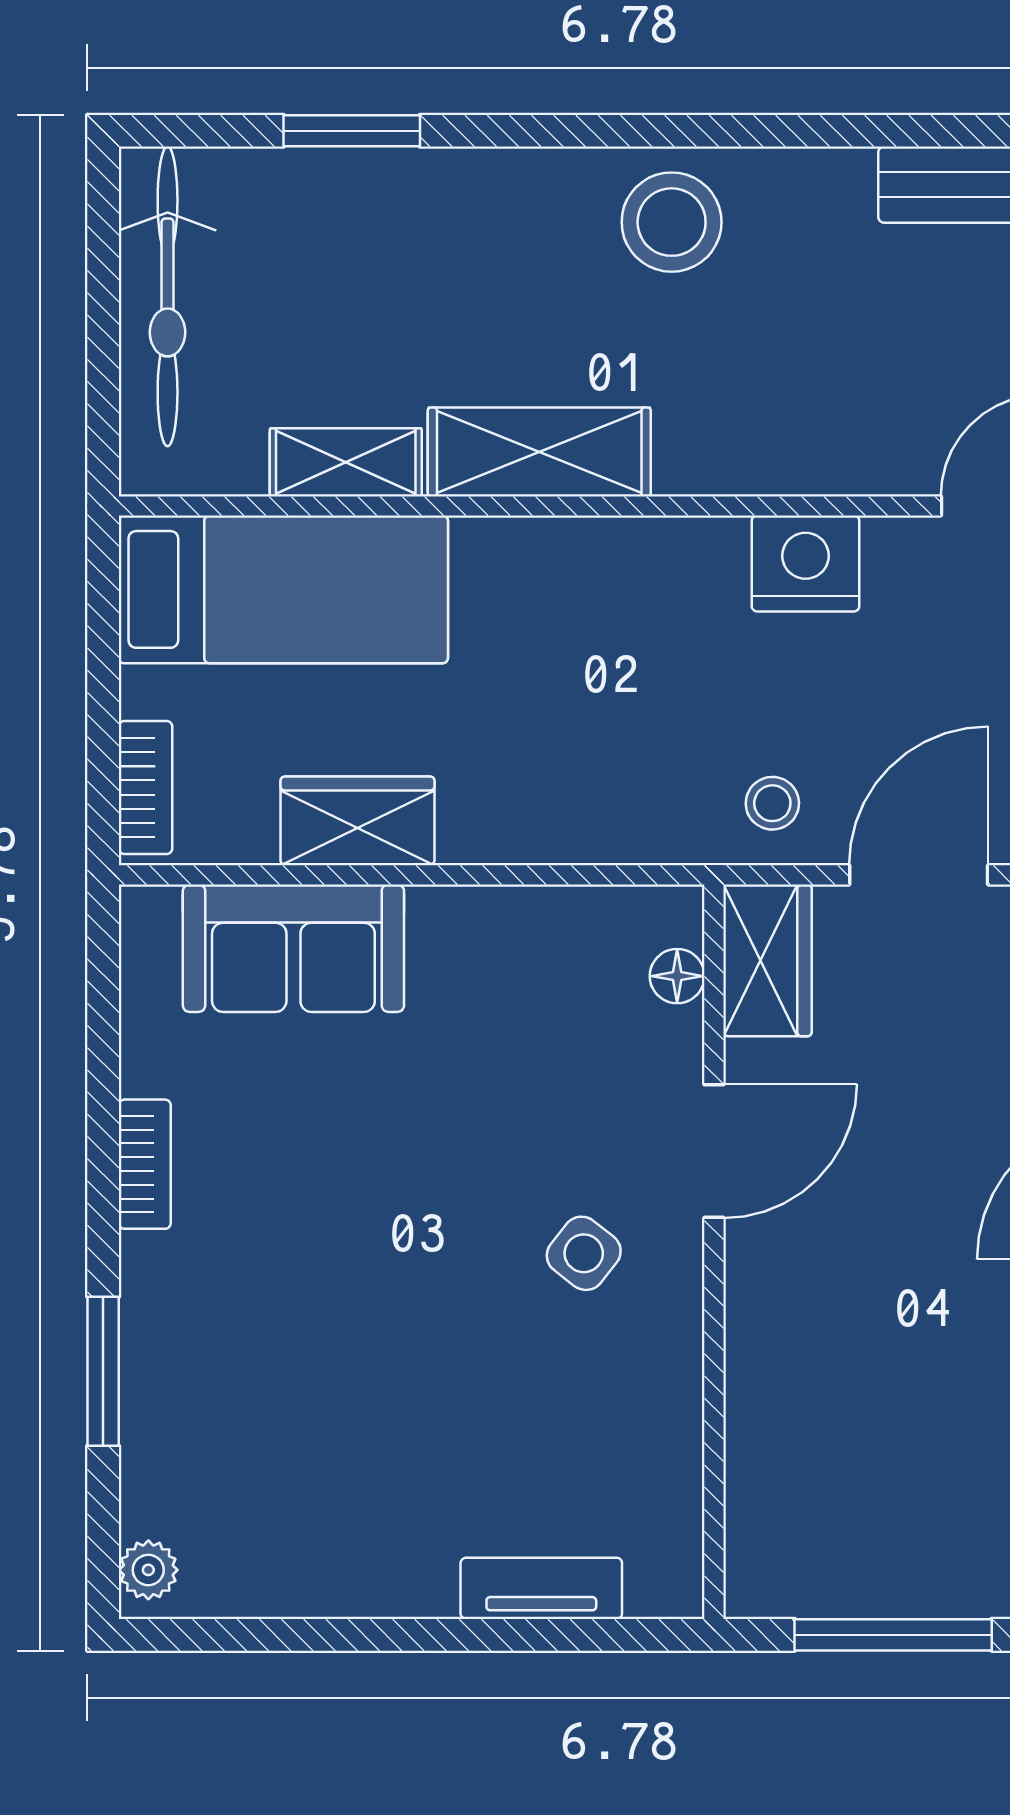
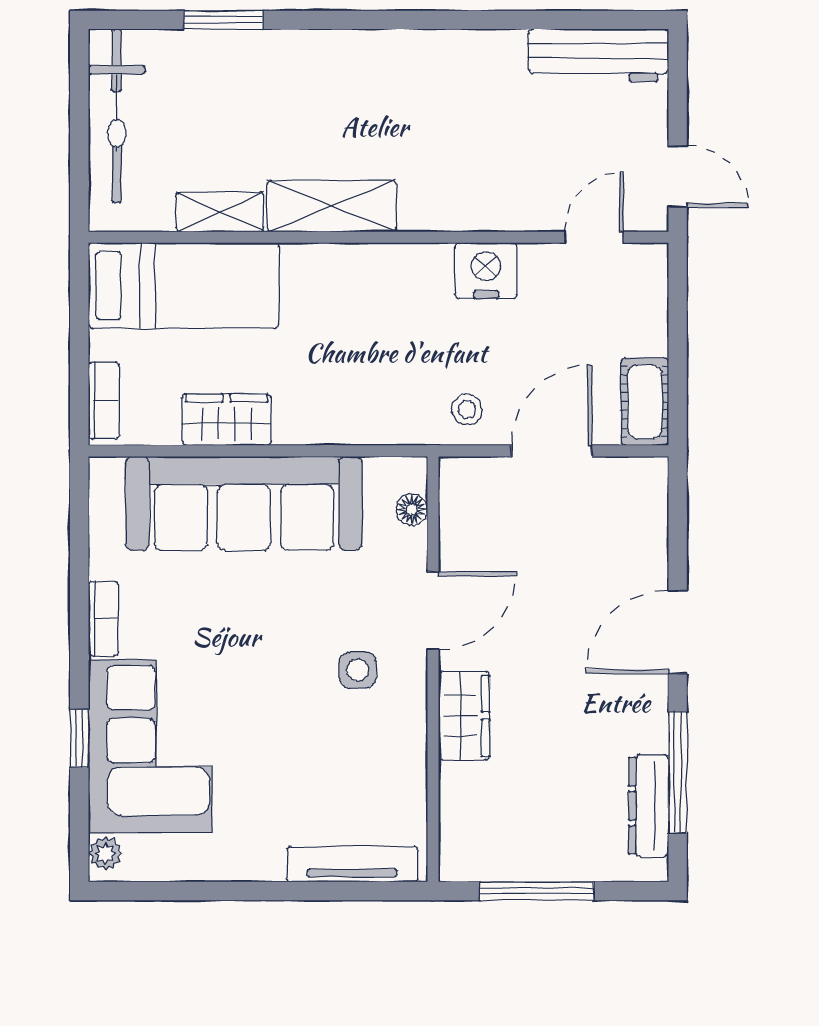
stool: (672, 222) -> (409, 73), removed
sofa: (293, 948) -> (244, 503), width x1.85, depth x1.27
wardrobe: (767, 960) -> (464, 716), moved
side table: (584, 1253) -> (358, 670), turned -38
window: (103, 1371) -> (79, 738), width x0.67
corner sofa: (225, 1385) -> (150, 746), added
tv unit: (541, 1588) -> (352, 864), width x1.41

